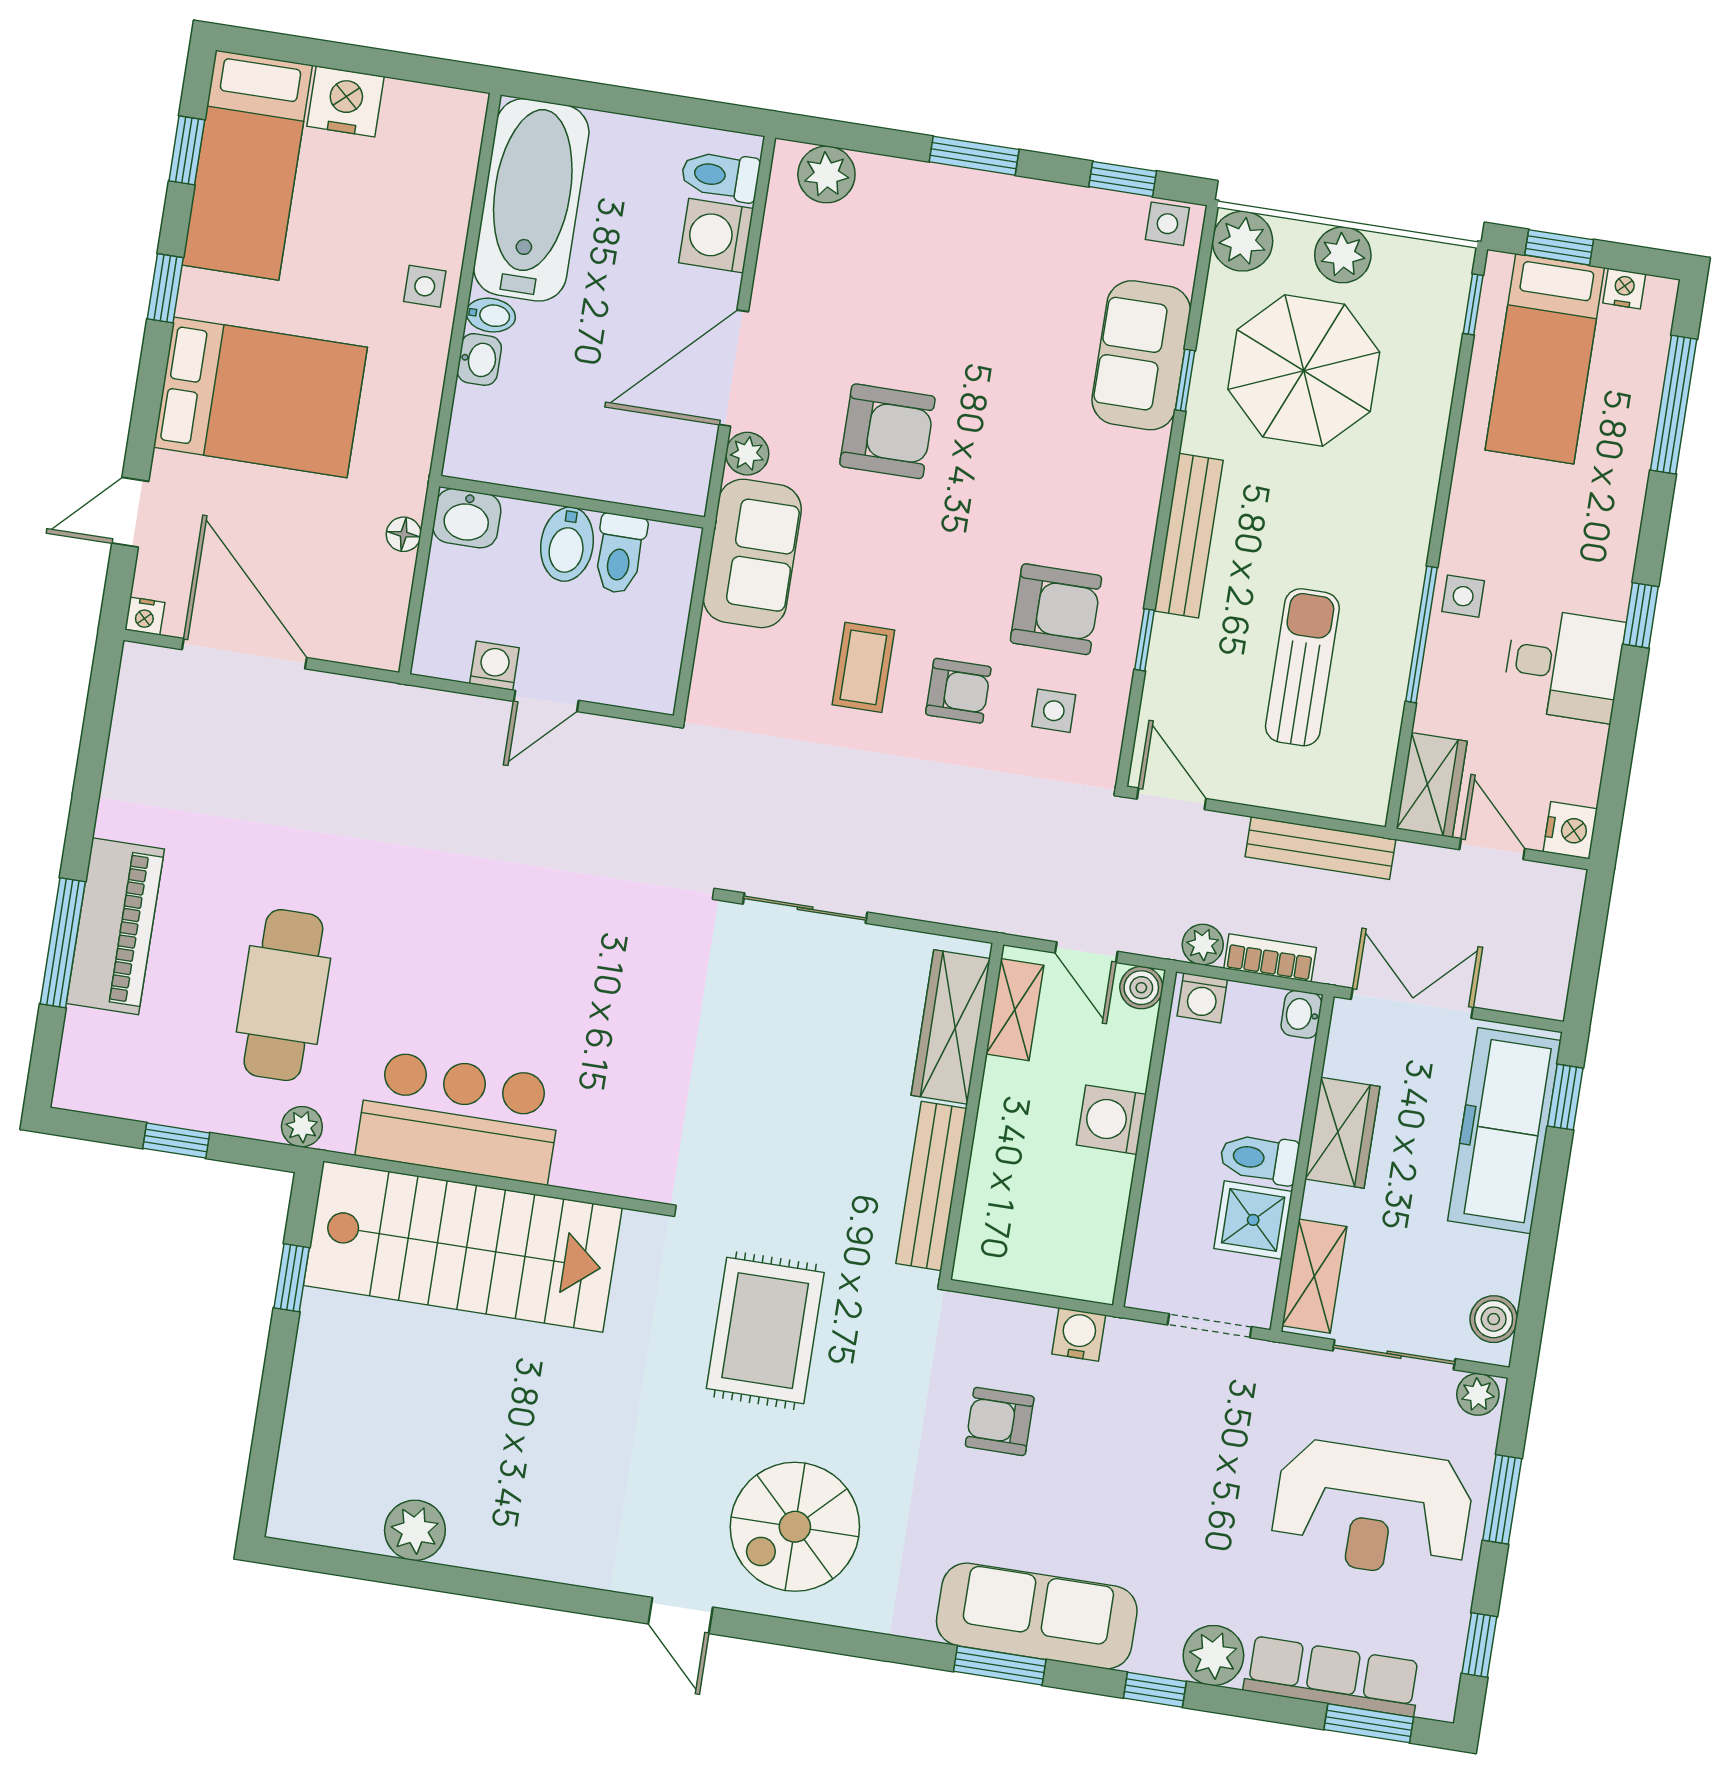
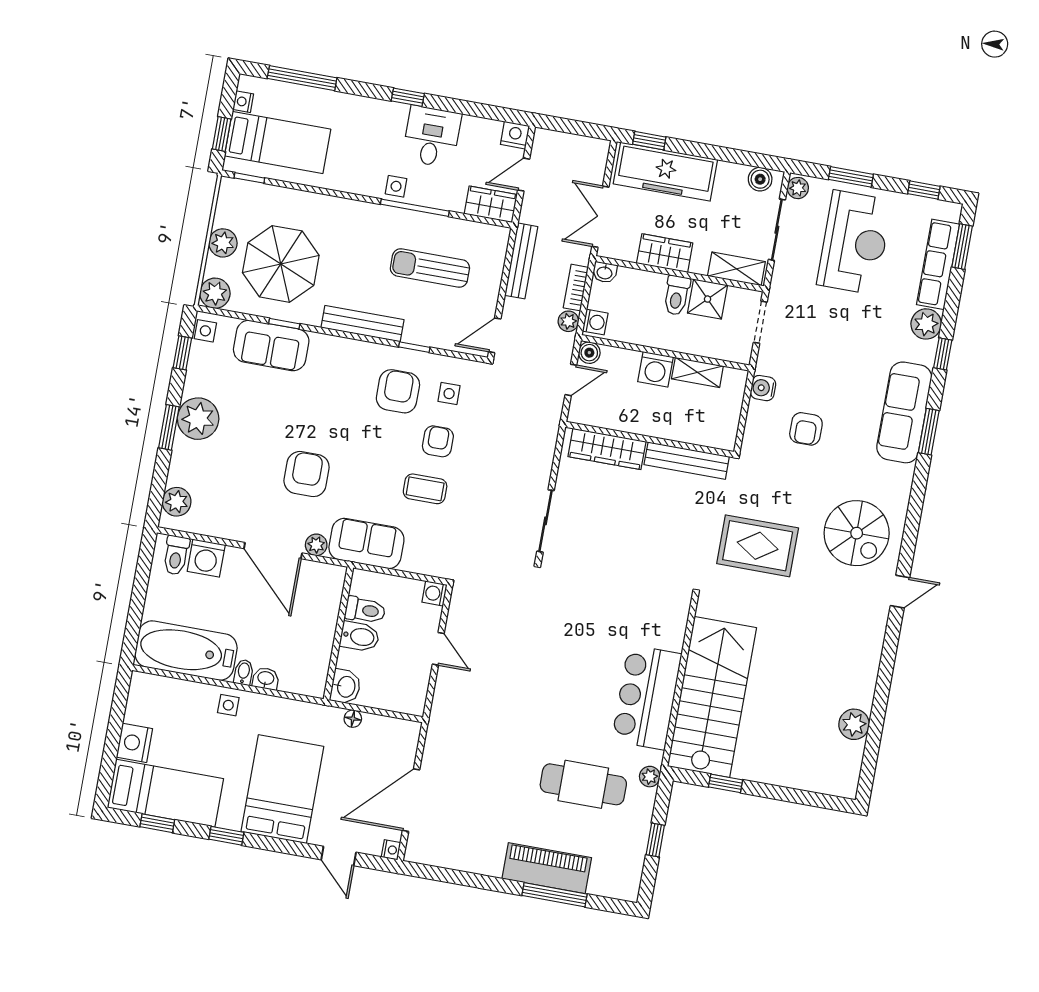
plant: (993, 213) -> (198, 419), added
washing machine: (494, 666) -> (435, 593), moved
shelving: (1015, 1010) -> (697, 372), moved

